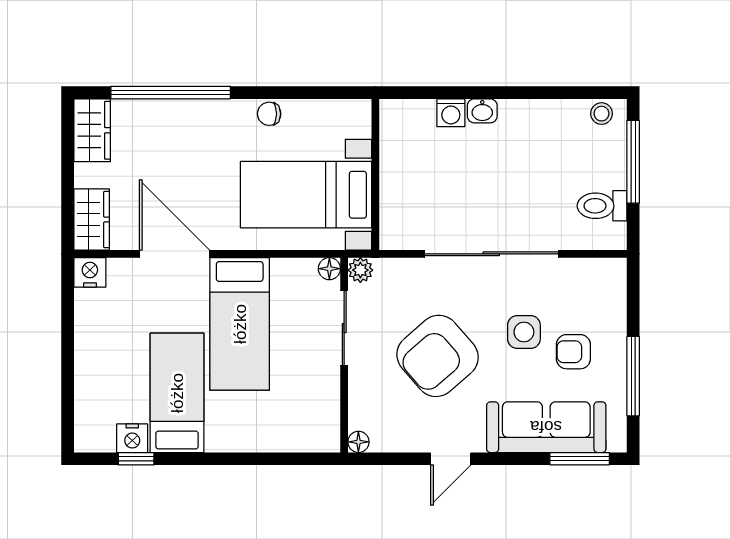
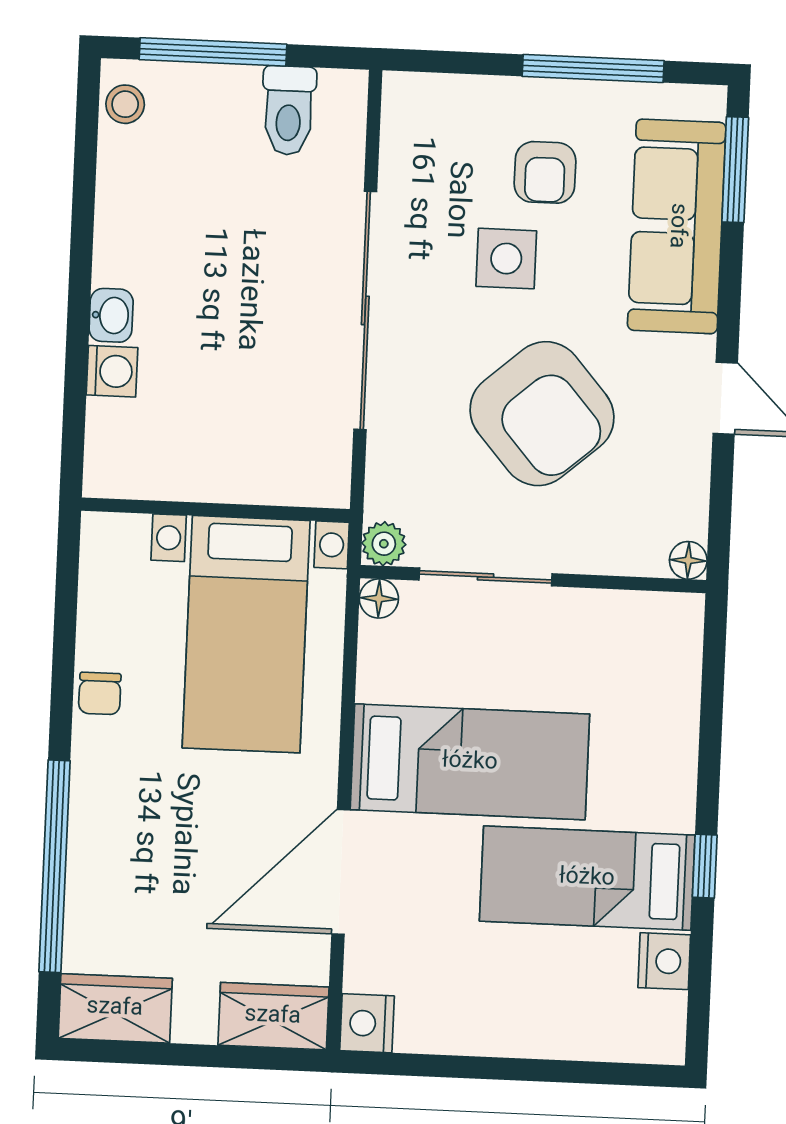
window: (136, 459) -> (705, 866), moved

